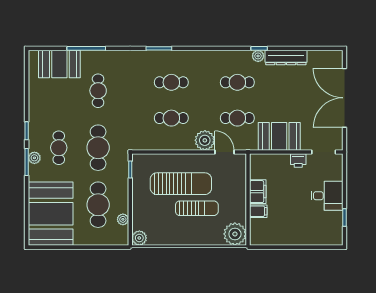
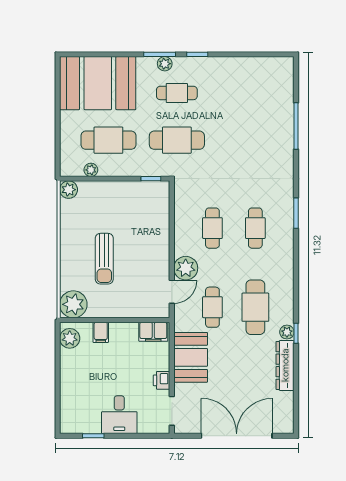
booth: (59, 64) -> (277, 94), removed
cafe table: (237, 82) -> (255, 307), width x1.37, depth x1.35
cafe table: (98, 91) -> (245, 140), removed
sun lounger: (181, 184) -> (134, 240), removed
filing cabinet: (258, 192) -> (153, 332), moved
plant: (263, 237) -> (70, 338), added

